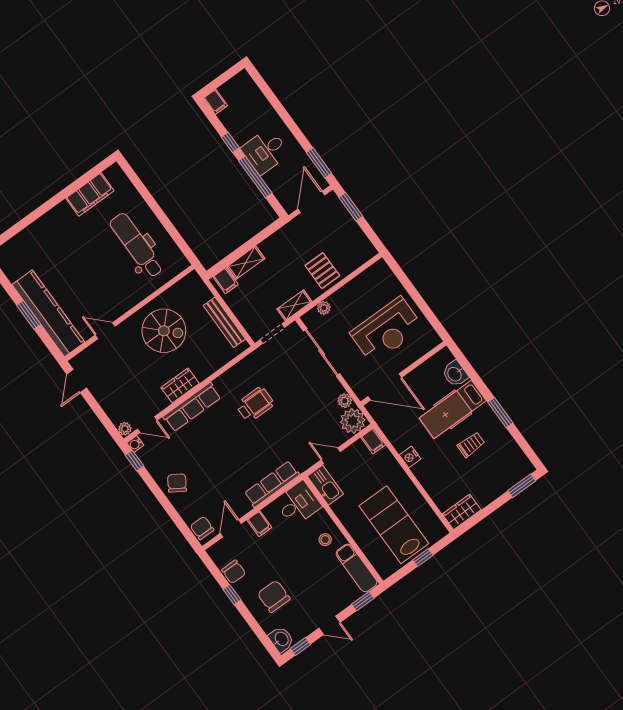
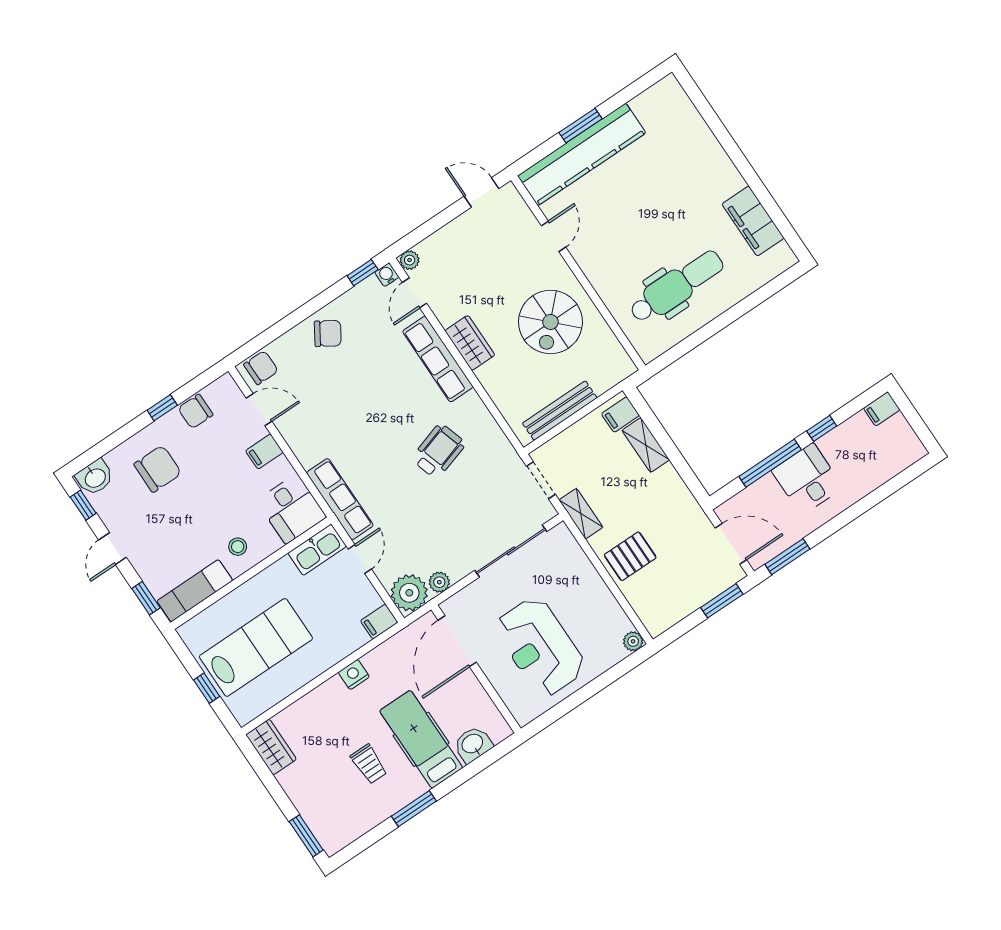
plant: (324, 308) -> (633, 641), moved
wheelchair: (255, 404) -> (439, 451), turned -107
row of seats: (272, 484) -> (340, 499), moved

